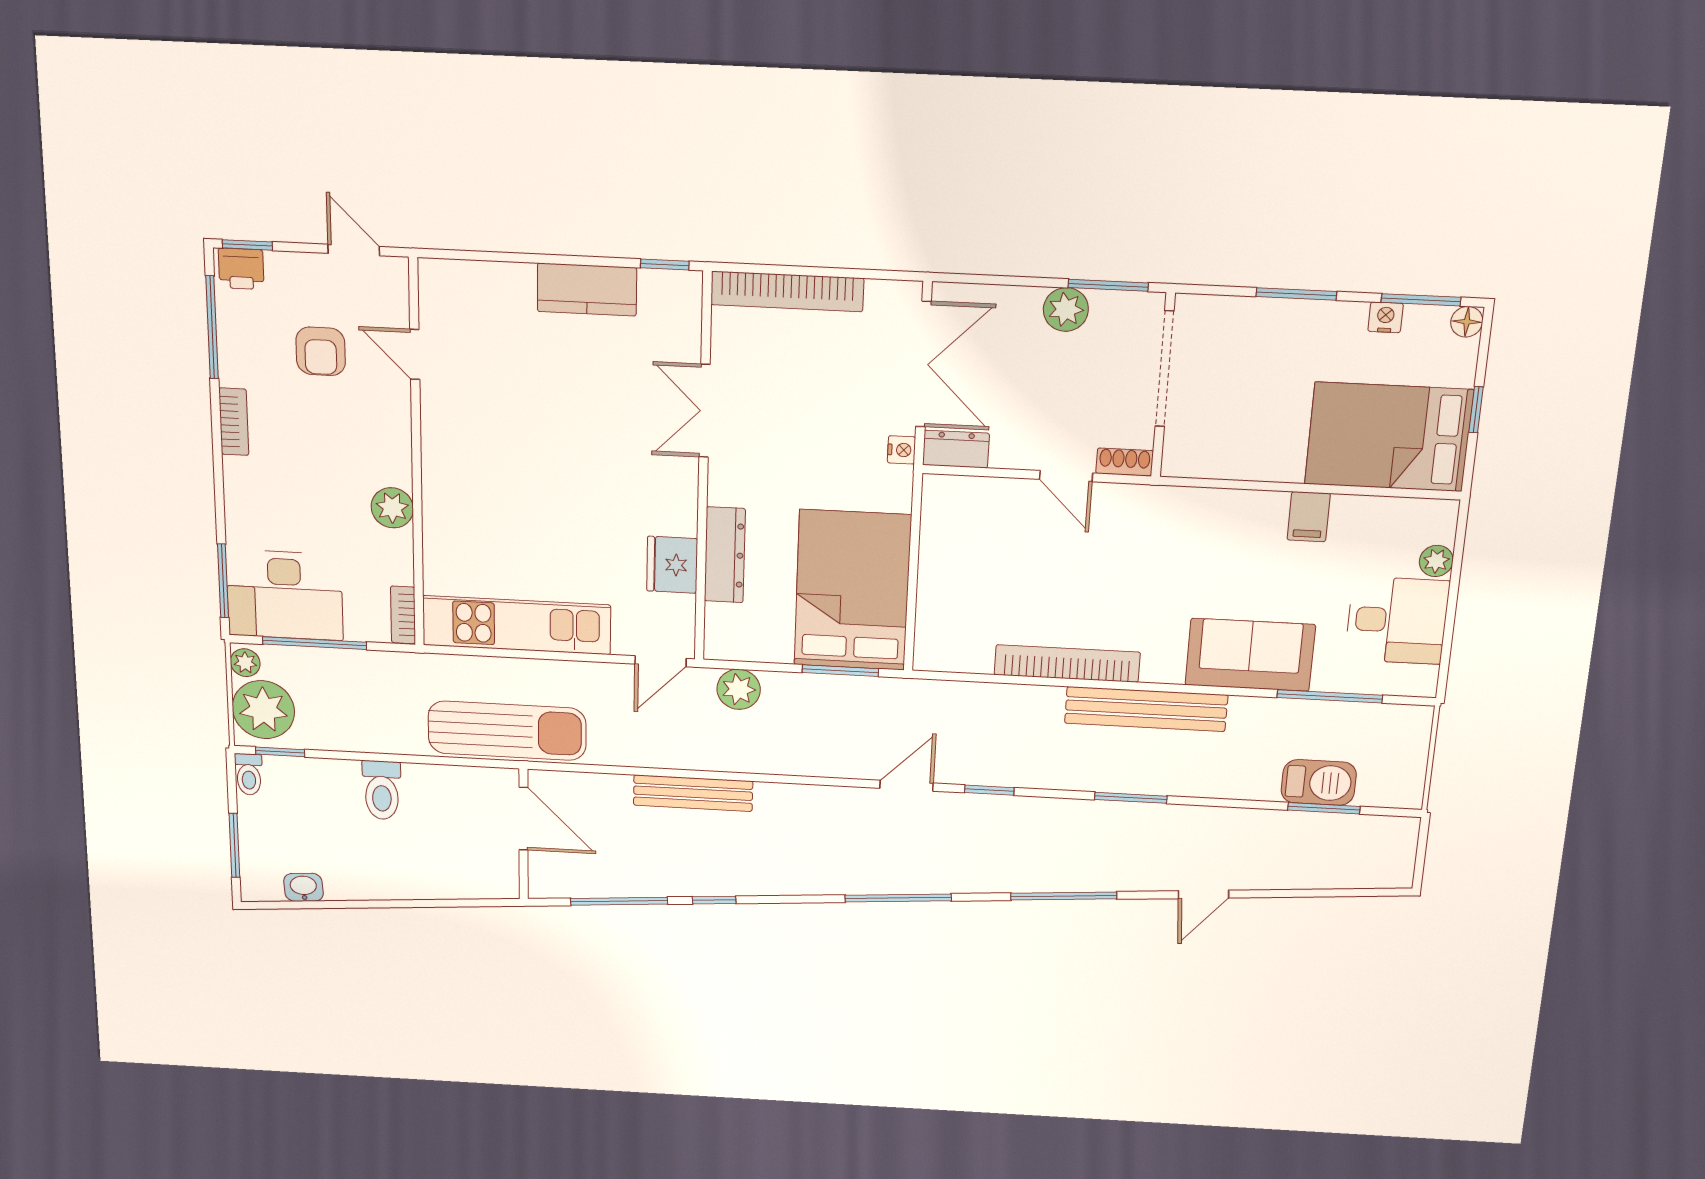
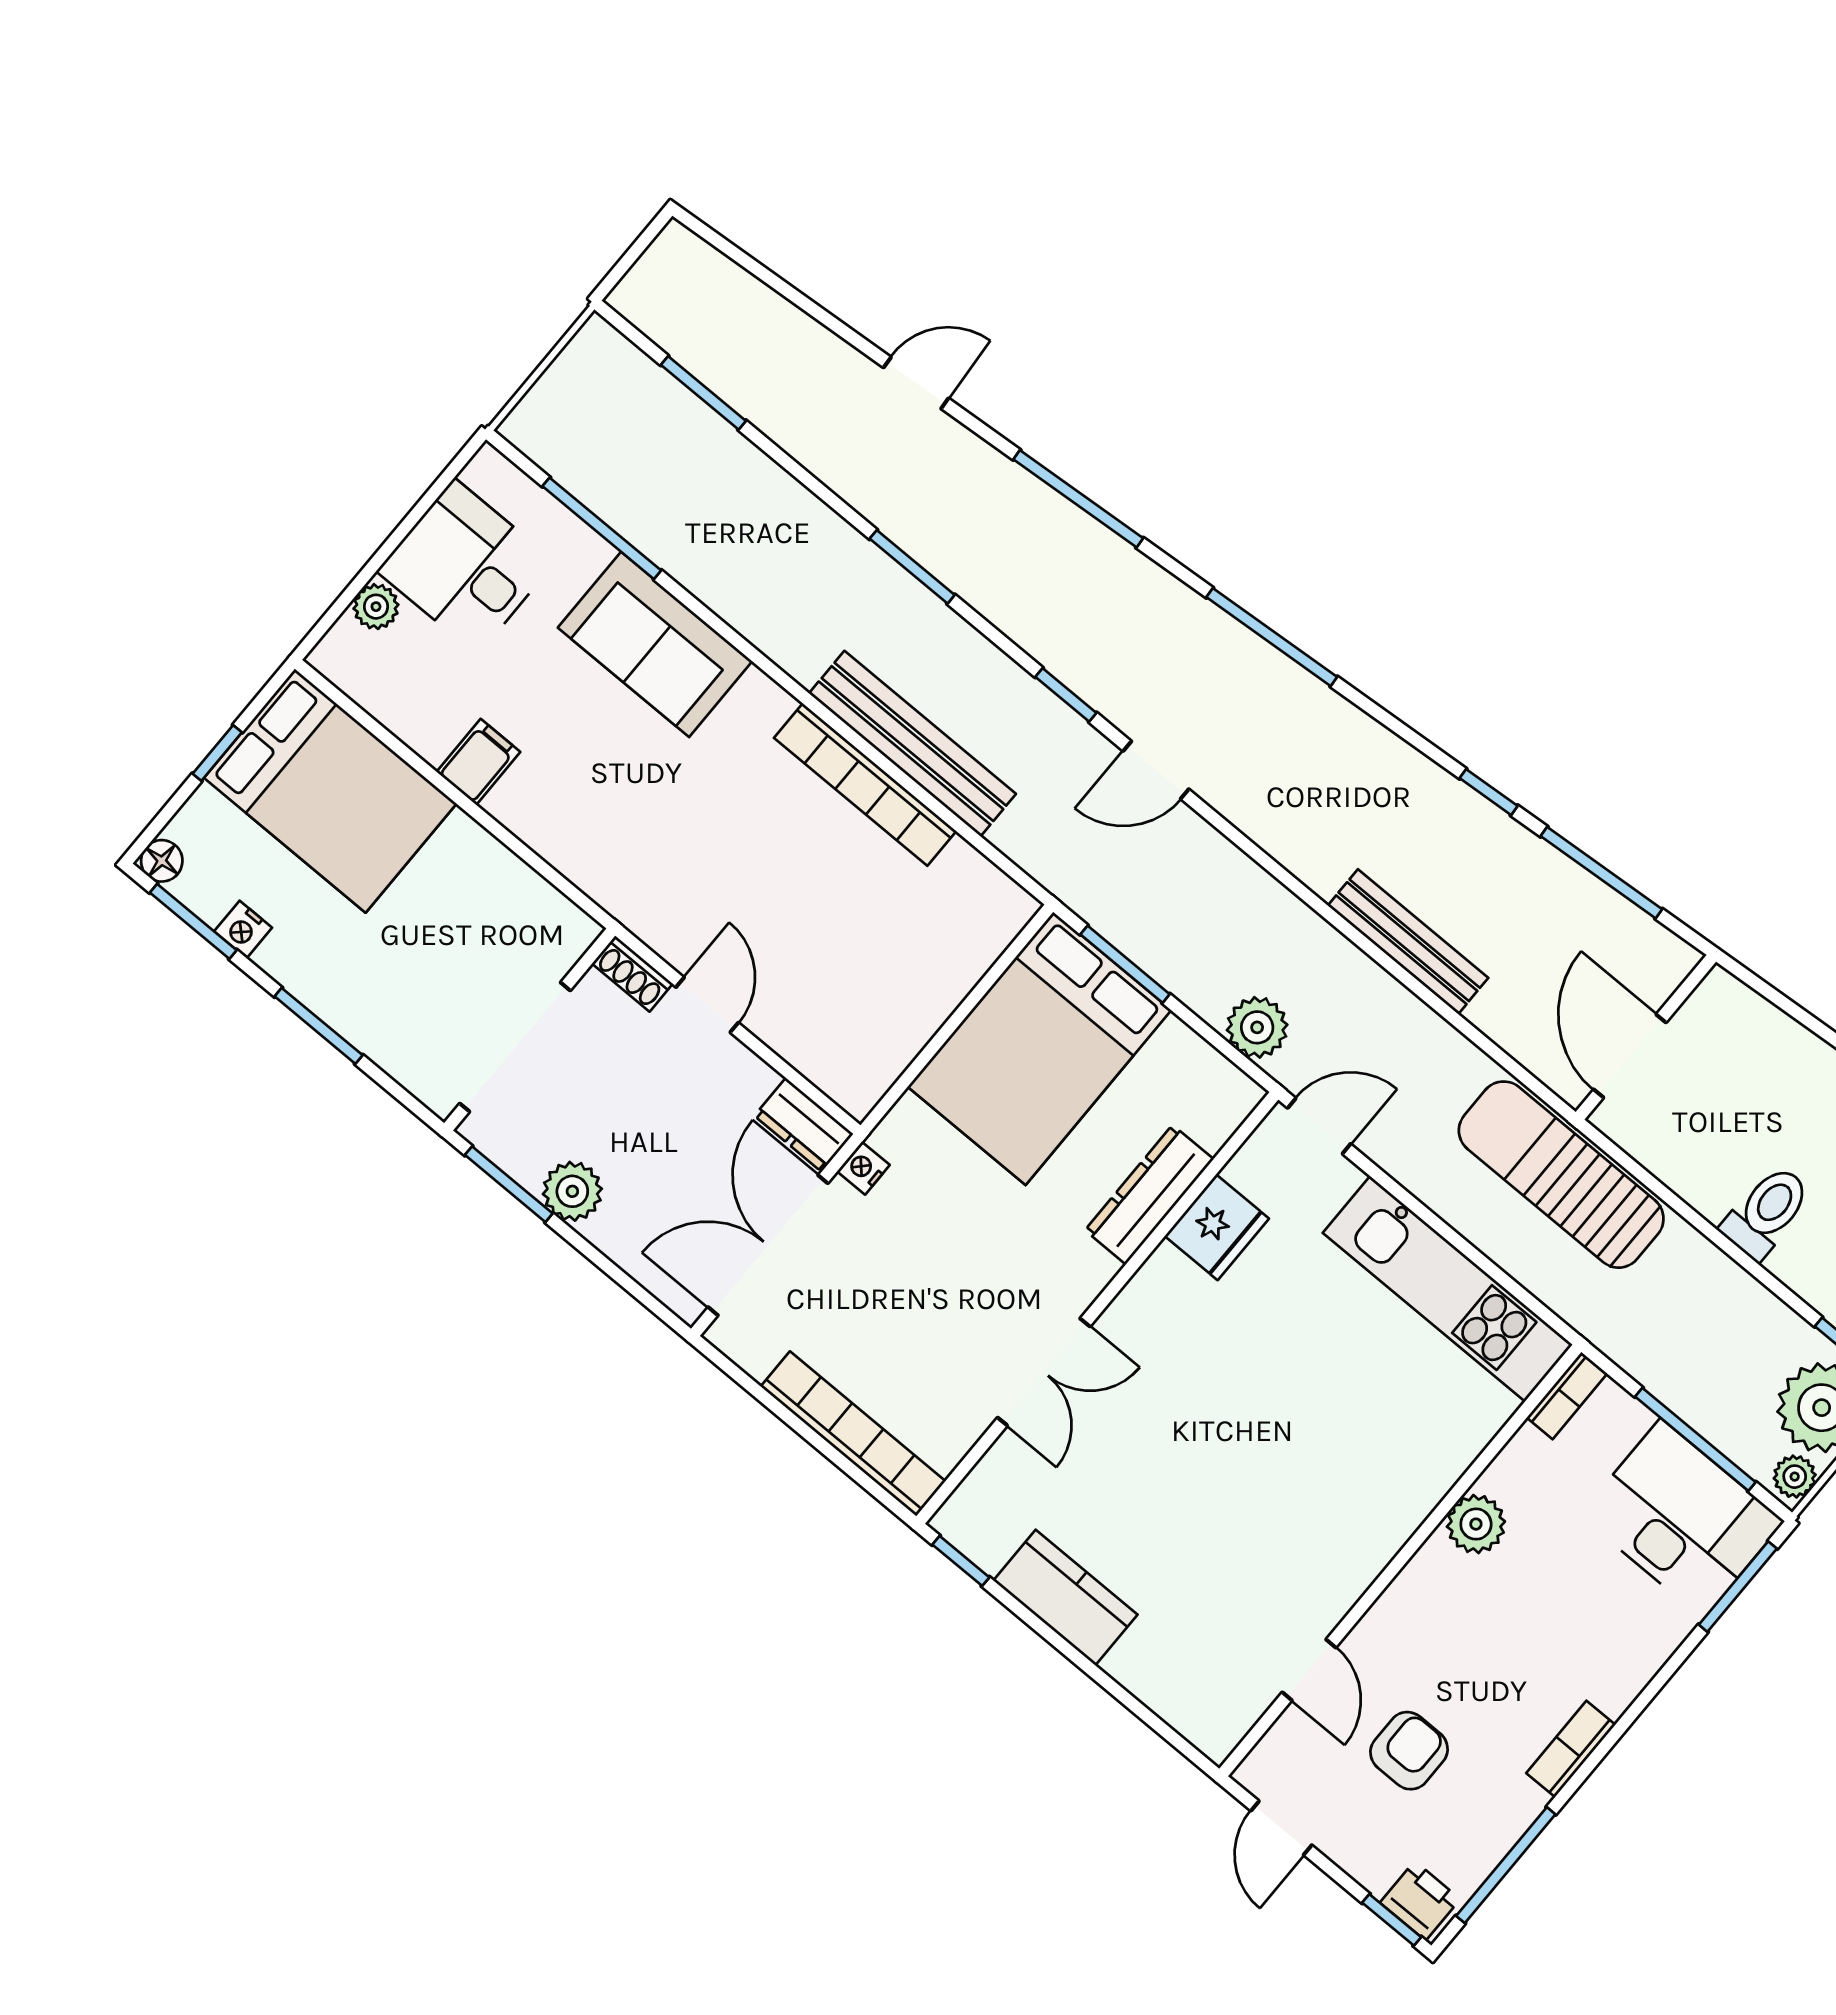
bench: (1146, 709) -> (912, 744), moved
barbecue: (1319, 782) -> (687, 430), removed

